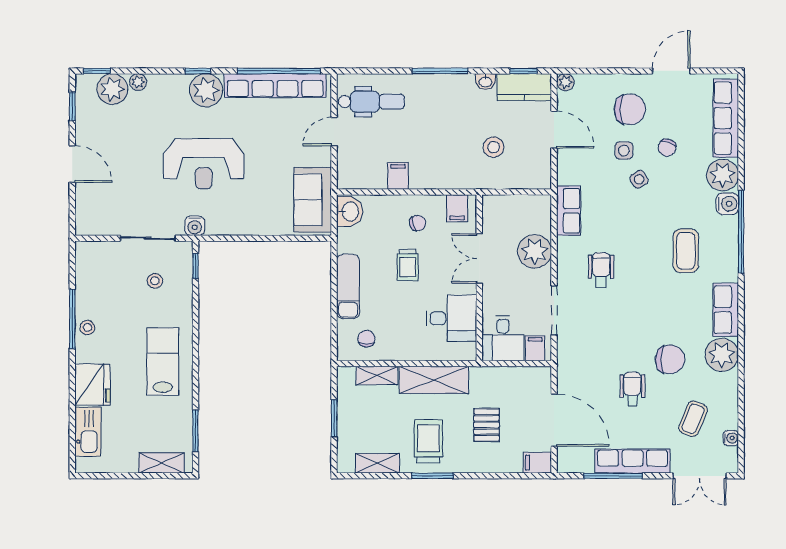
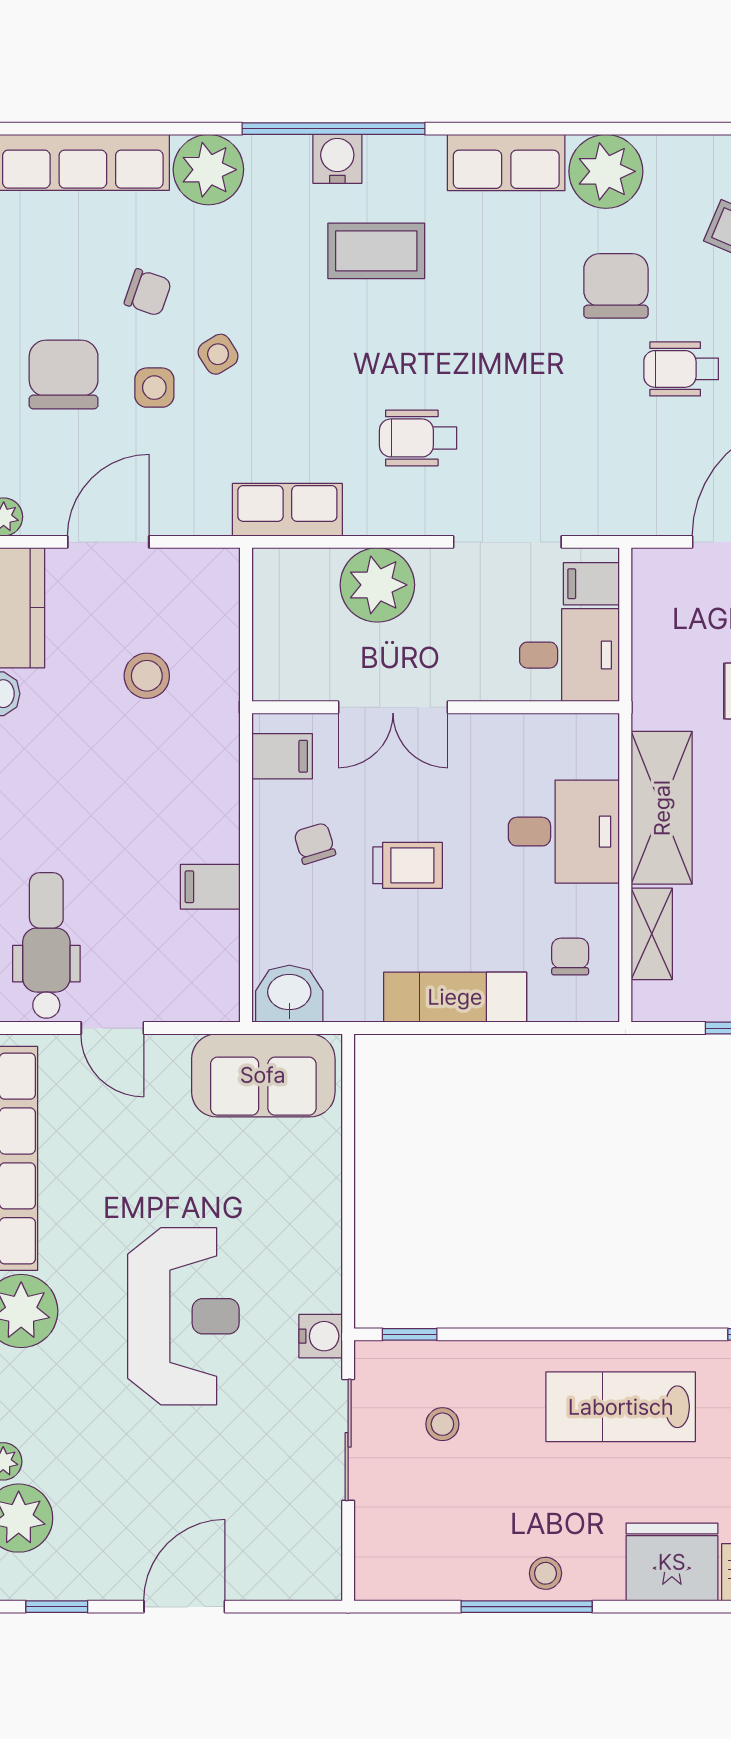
water cooler: (727, 204) -> (337, 159), moved
desk: (452, 318) -> (564, 832), moved, turned 90
chair: (366, 339) -> (570, 957), turned 90

